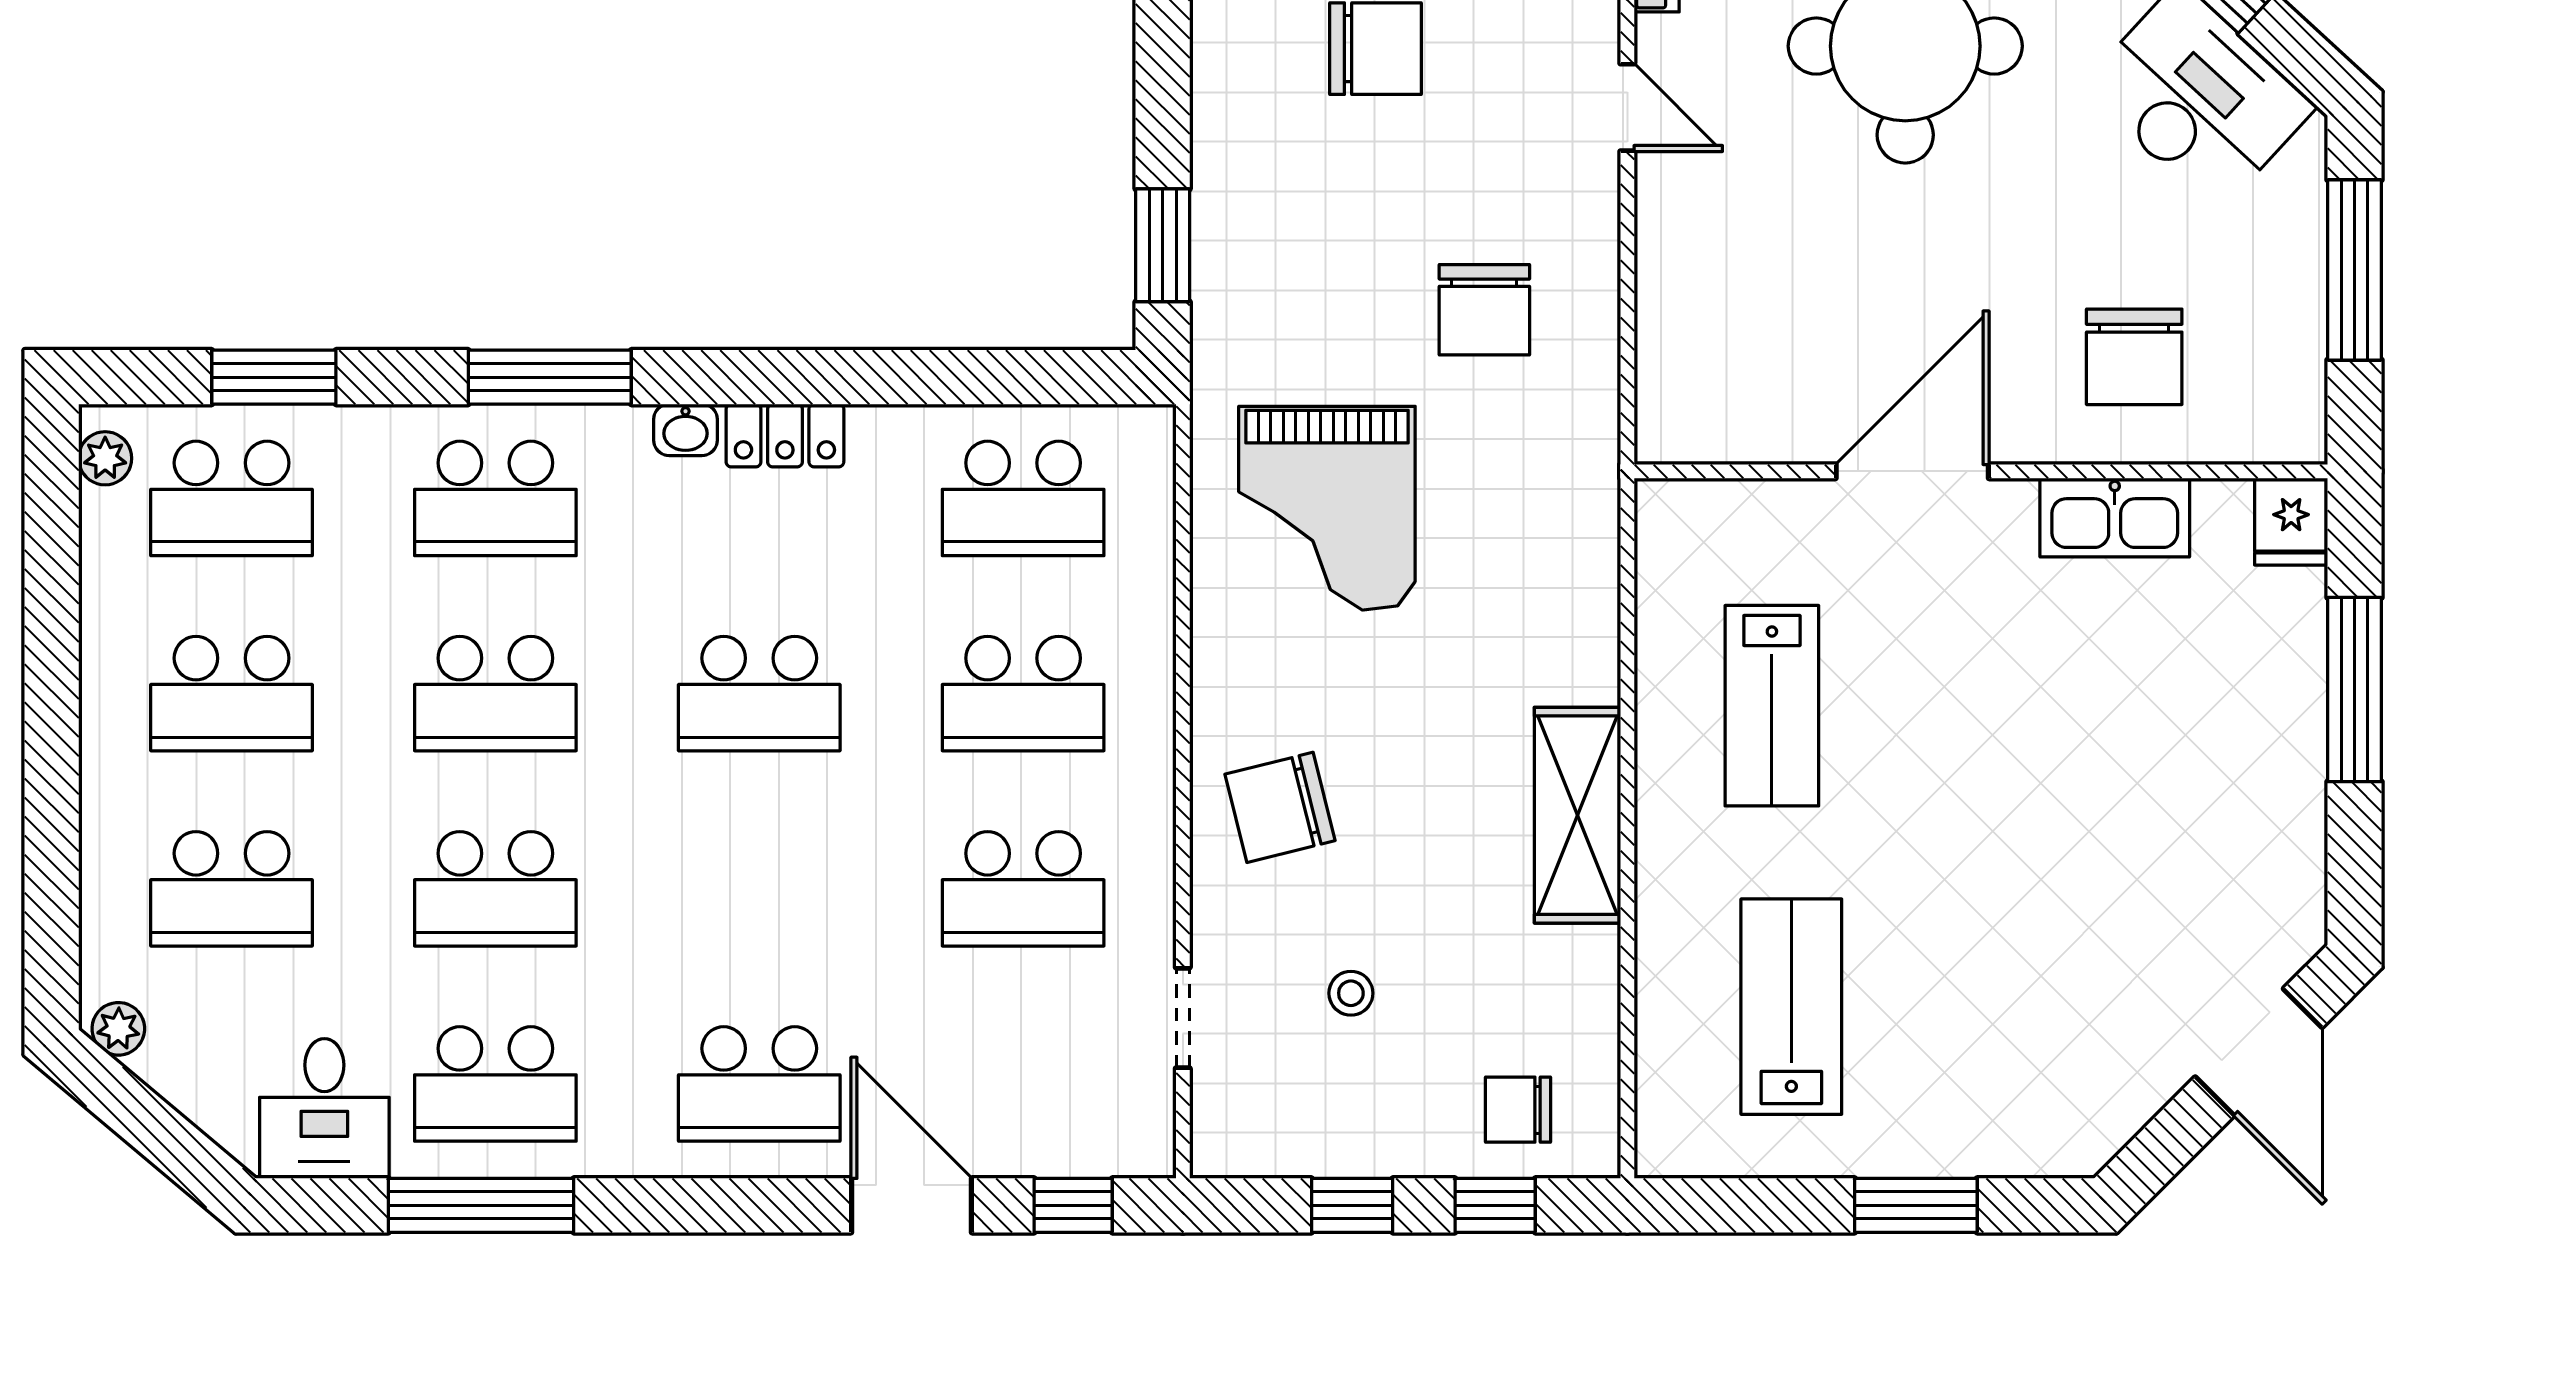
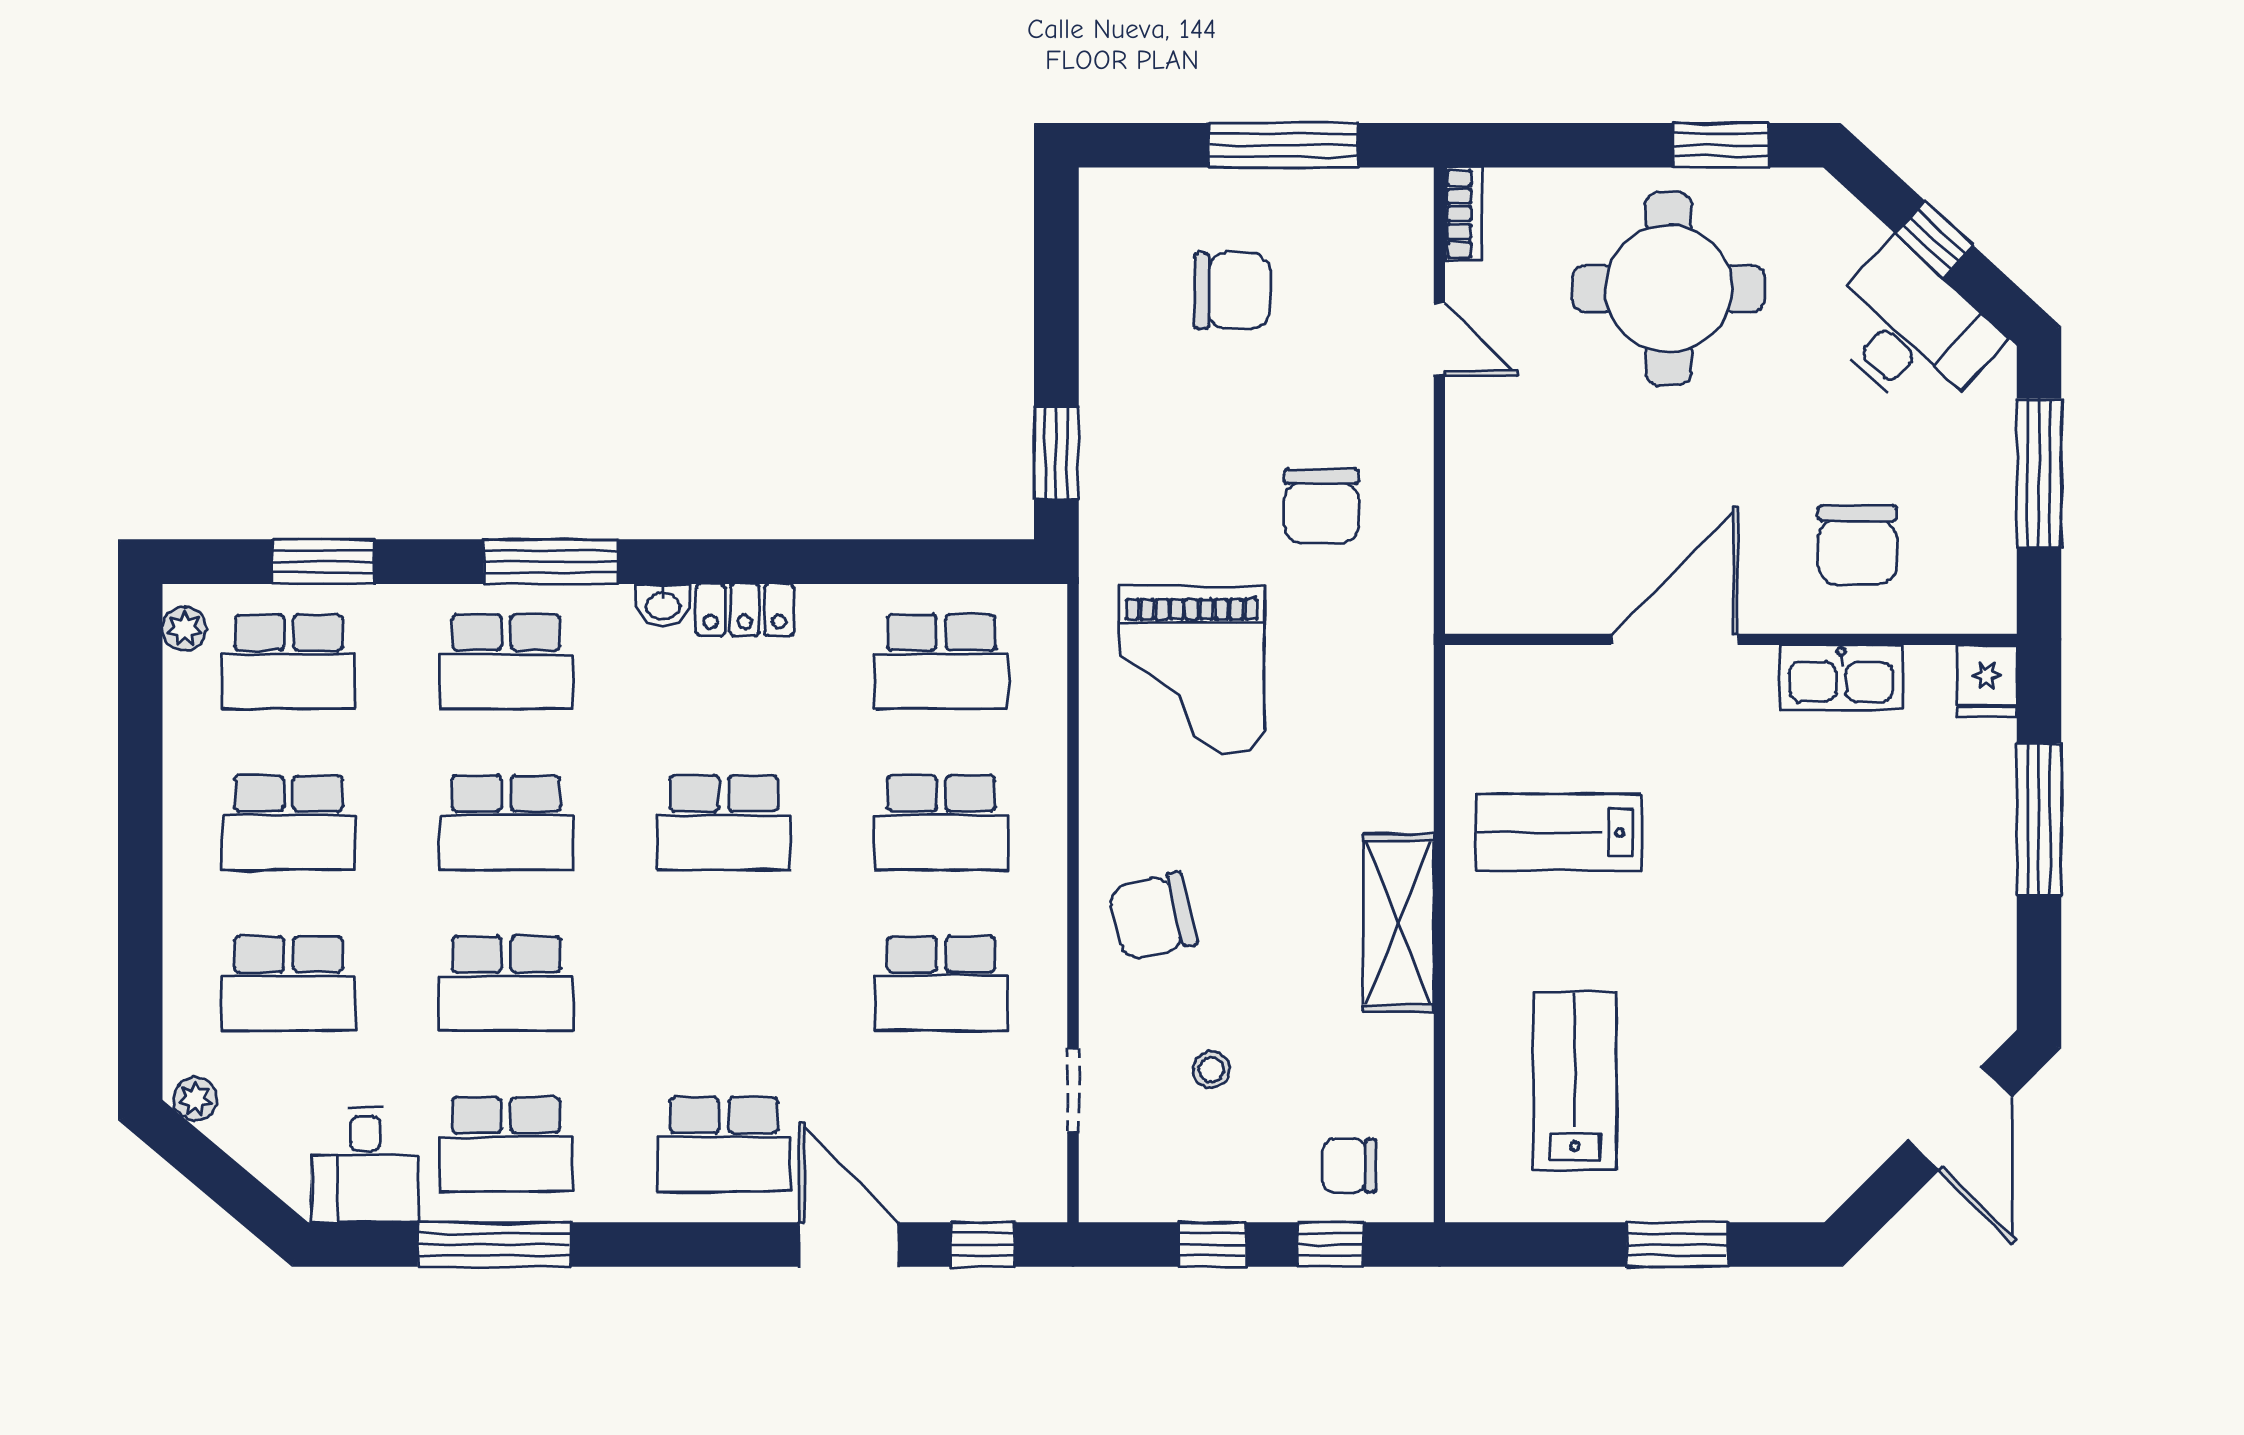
lab bench: (1772, 706) -> (1559, 833), turned 90

